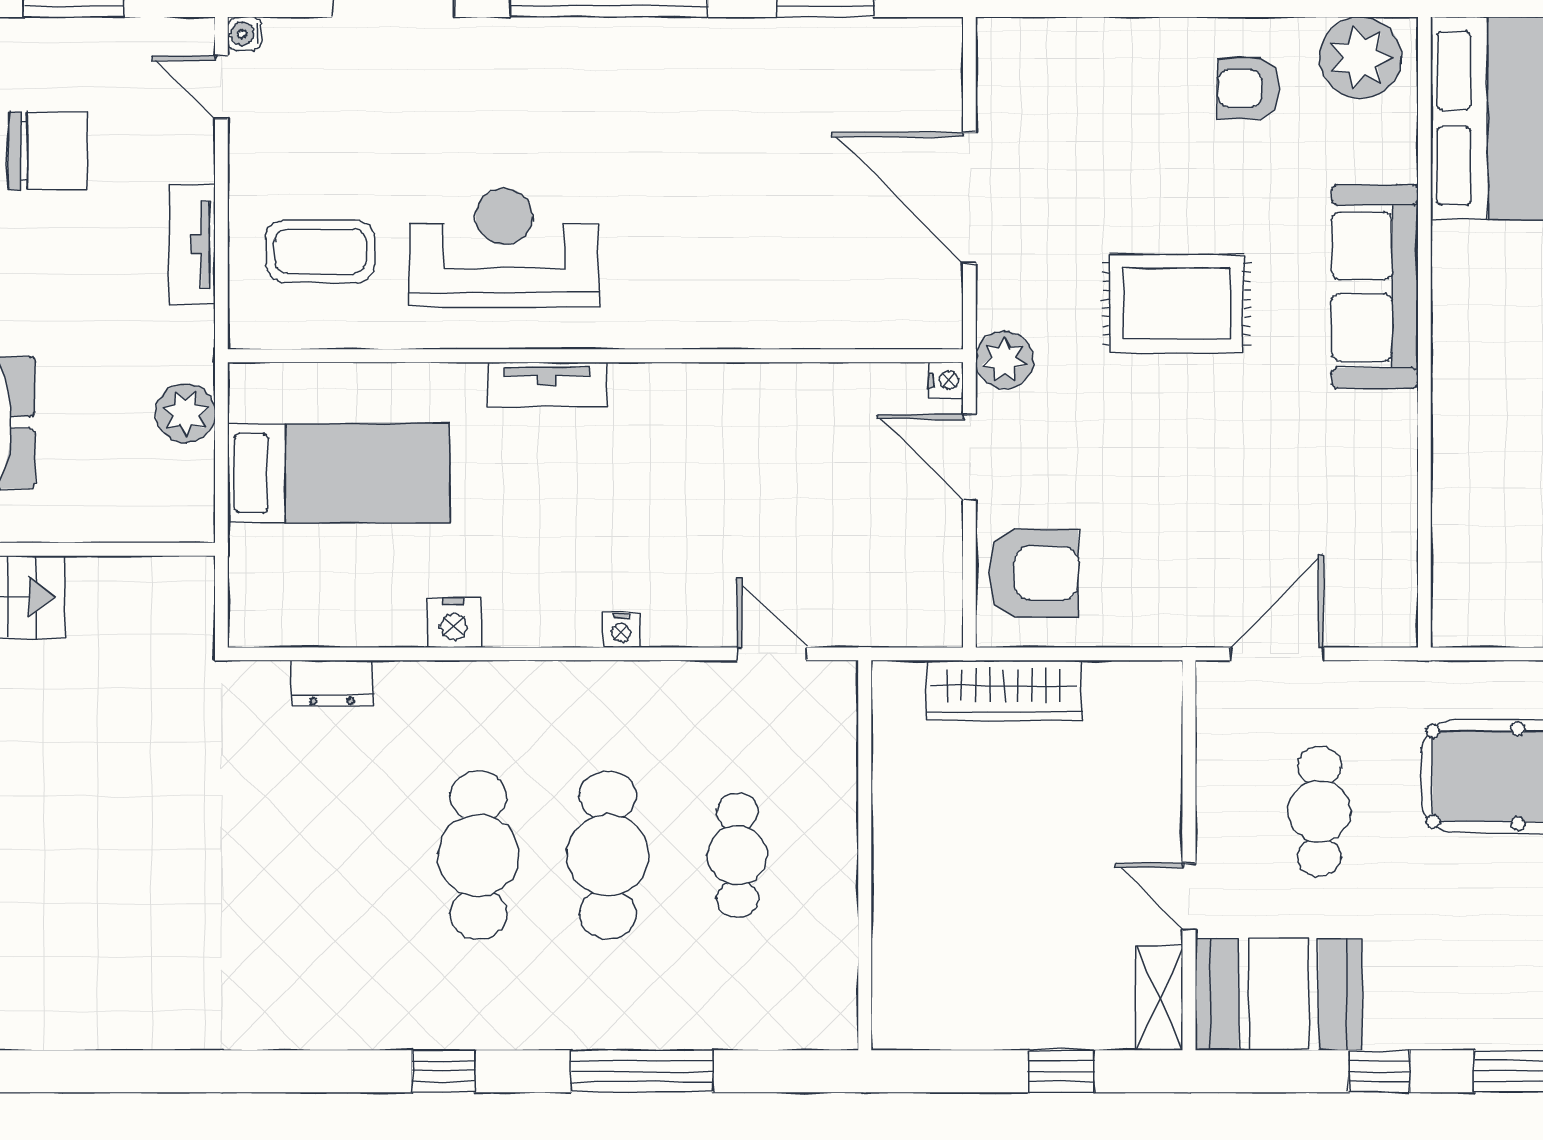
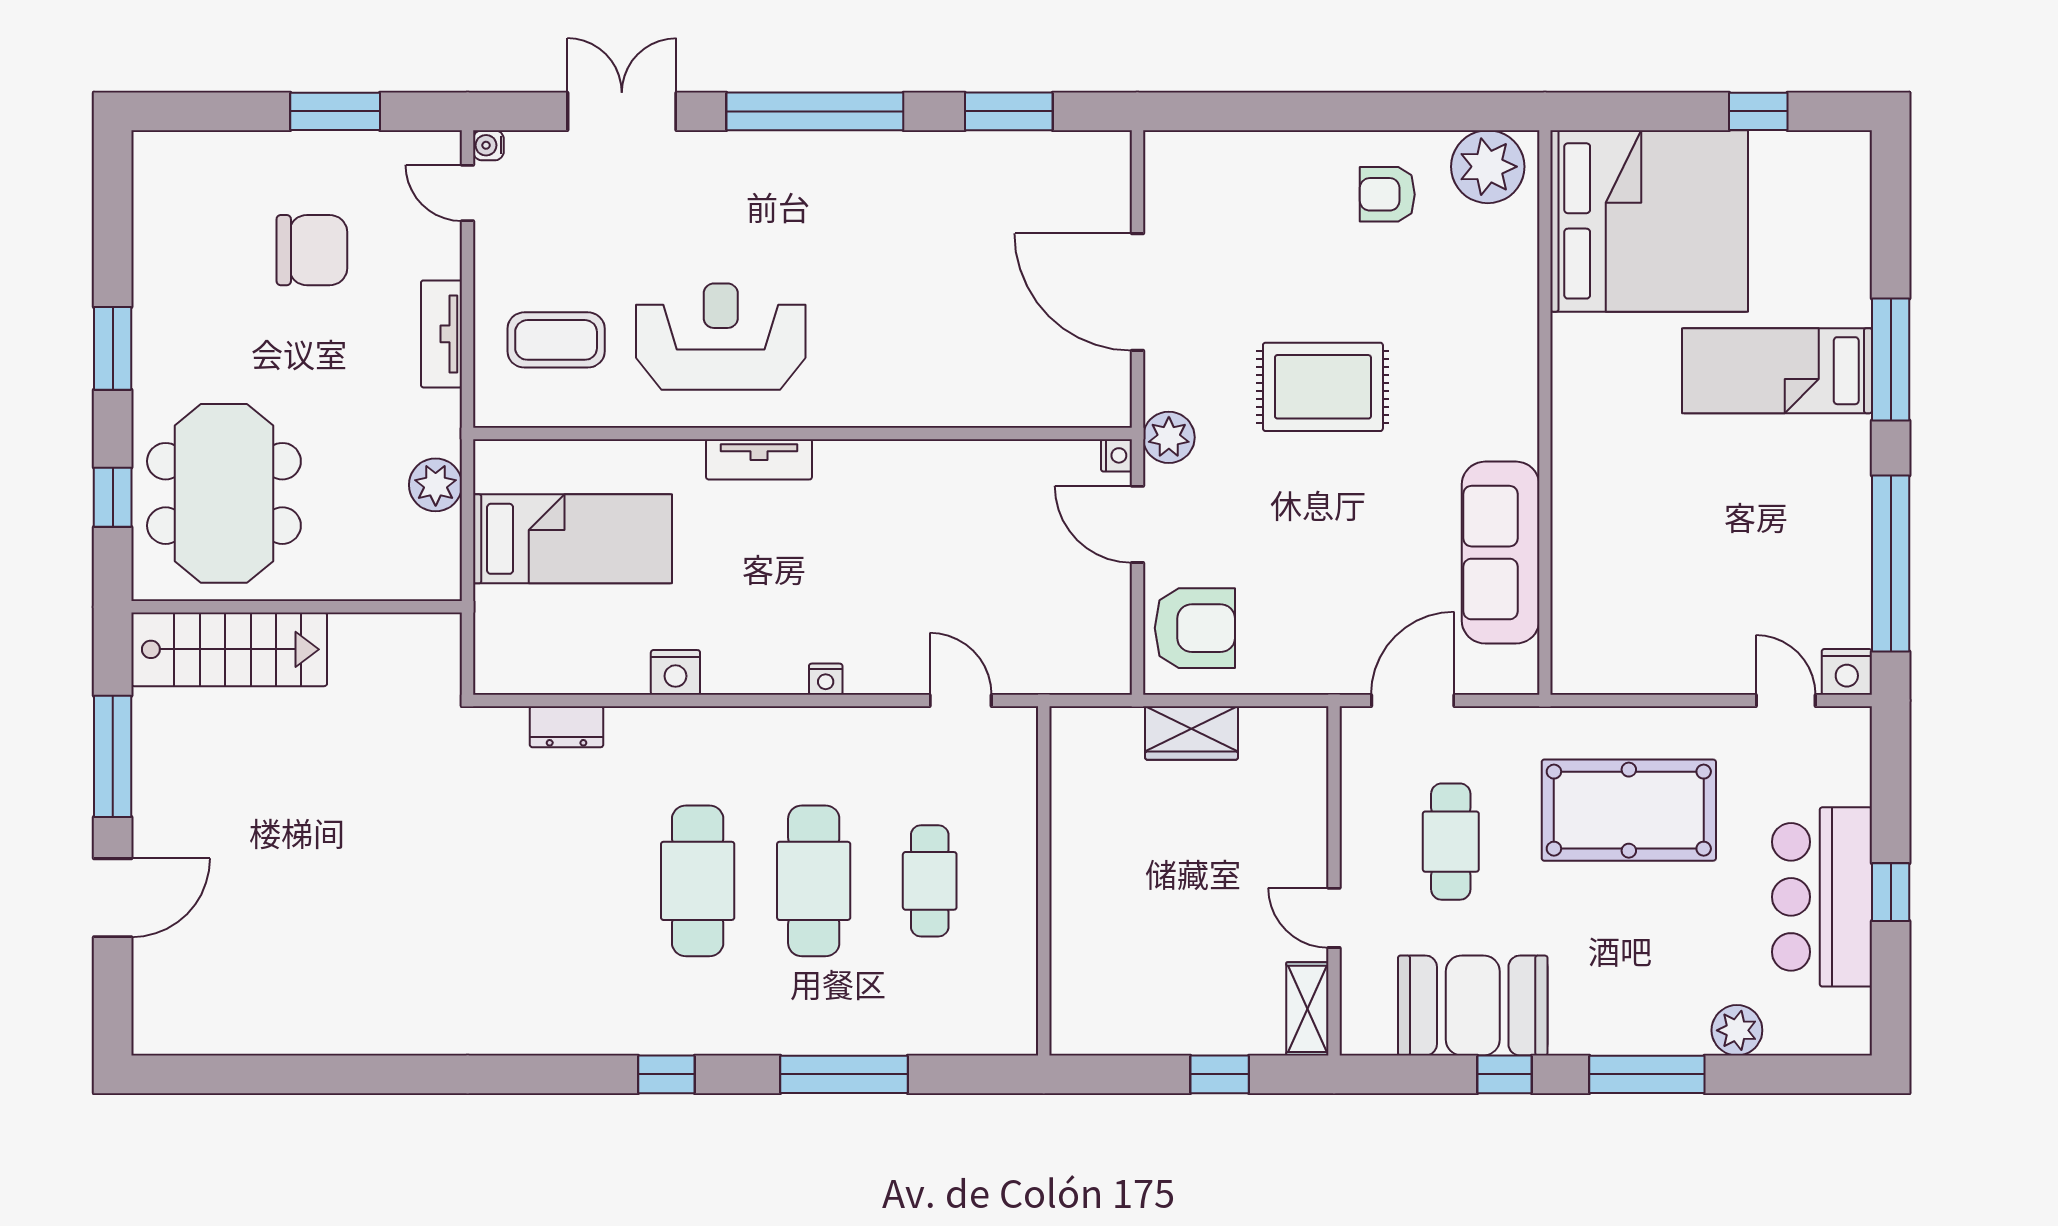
sofa: (1375, 287) -> (1501, 553), moved
wardrobe: (1004, 690) -> (1192, 733), width x0.67
booth: (1279, 994) -> (1473, 1005), moved

